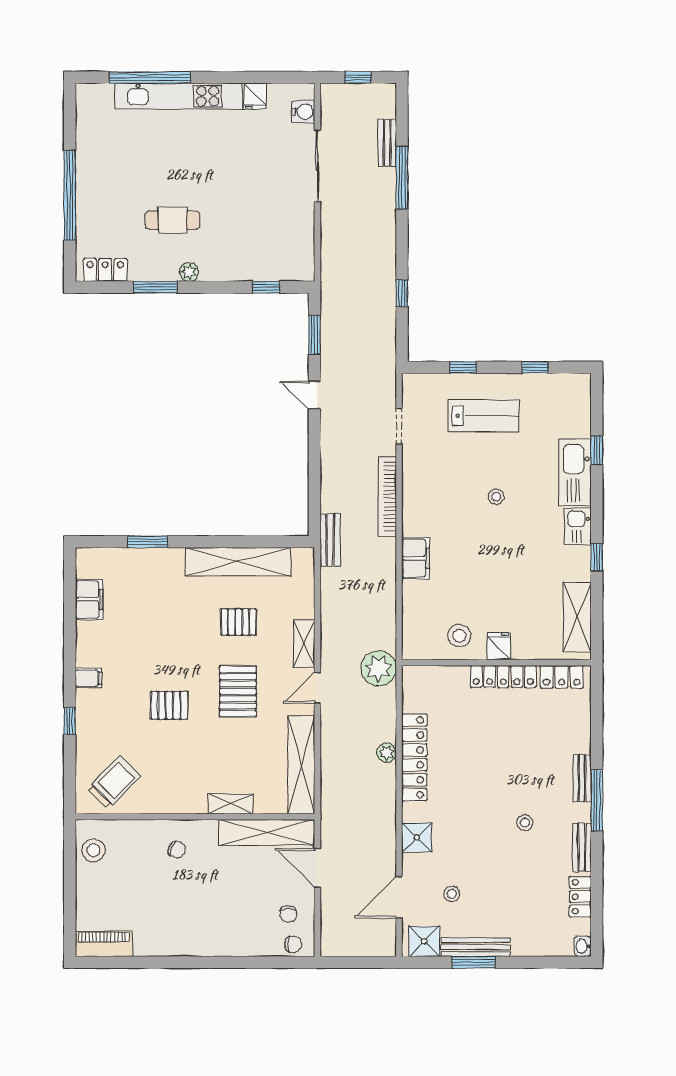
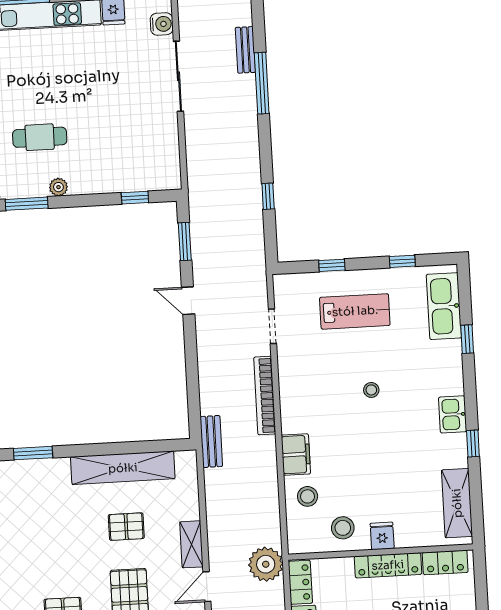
kitchen sink: (575, 472) -> (444, 306), moved
stool: (425, 602) -> (308, 496), added
locker: (413, 689) -> (300, 582), added

